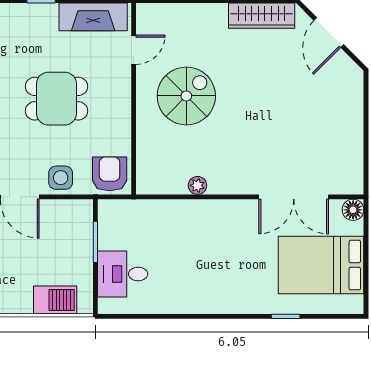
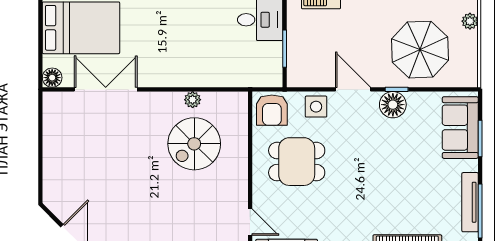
door: (134, 50) -> (250, 222), swing flipped
spiral stairs: (186, 96) -> (194, 144), moved
dining table: (57, 99) -> (297, 162), moved

